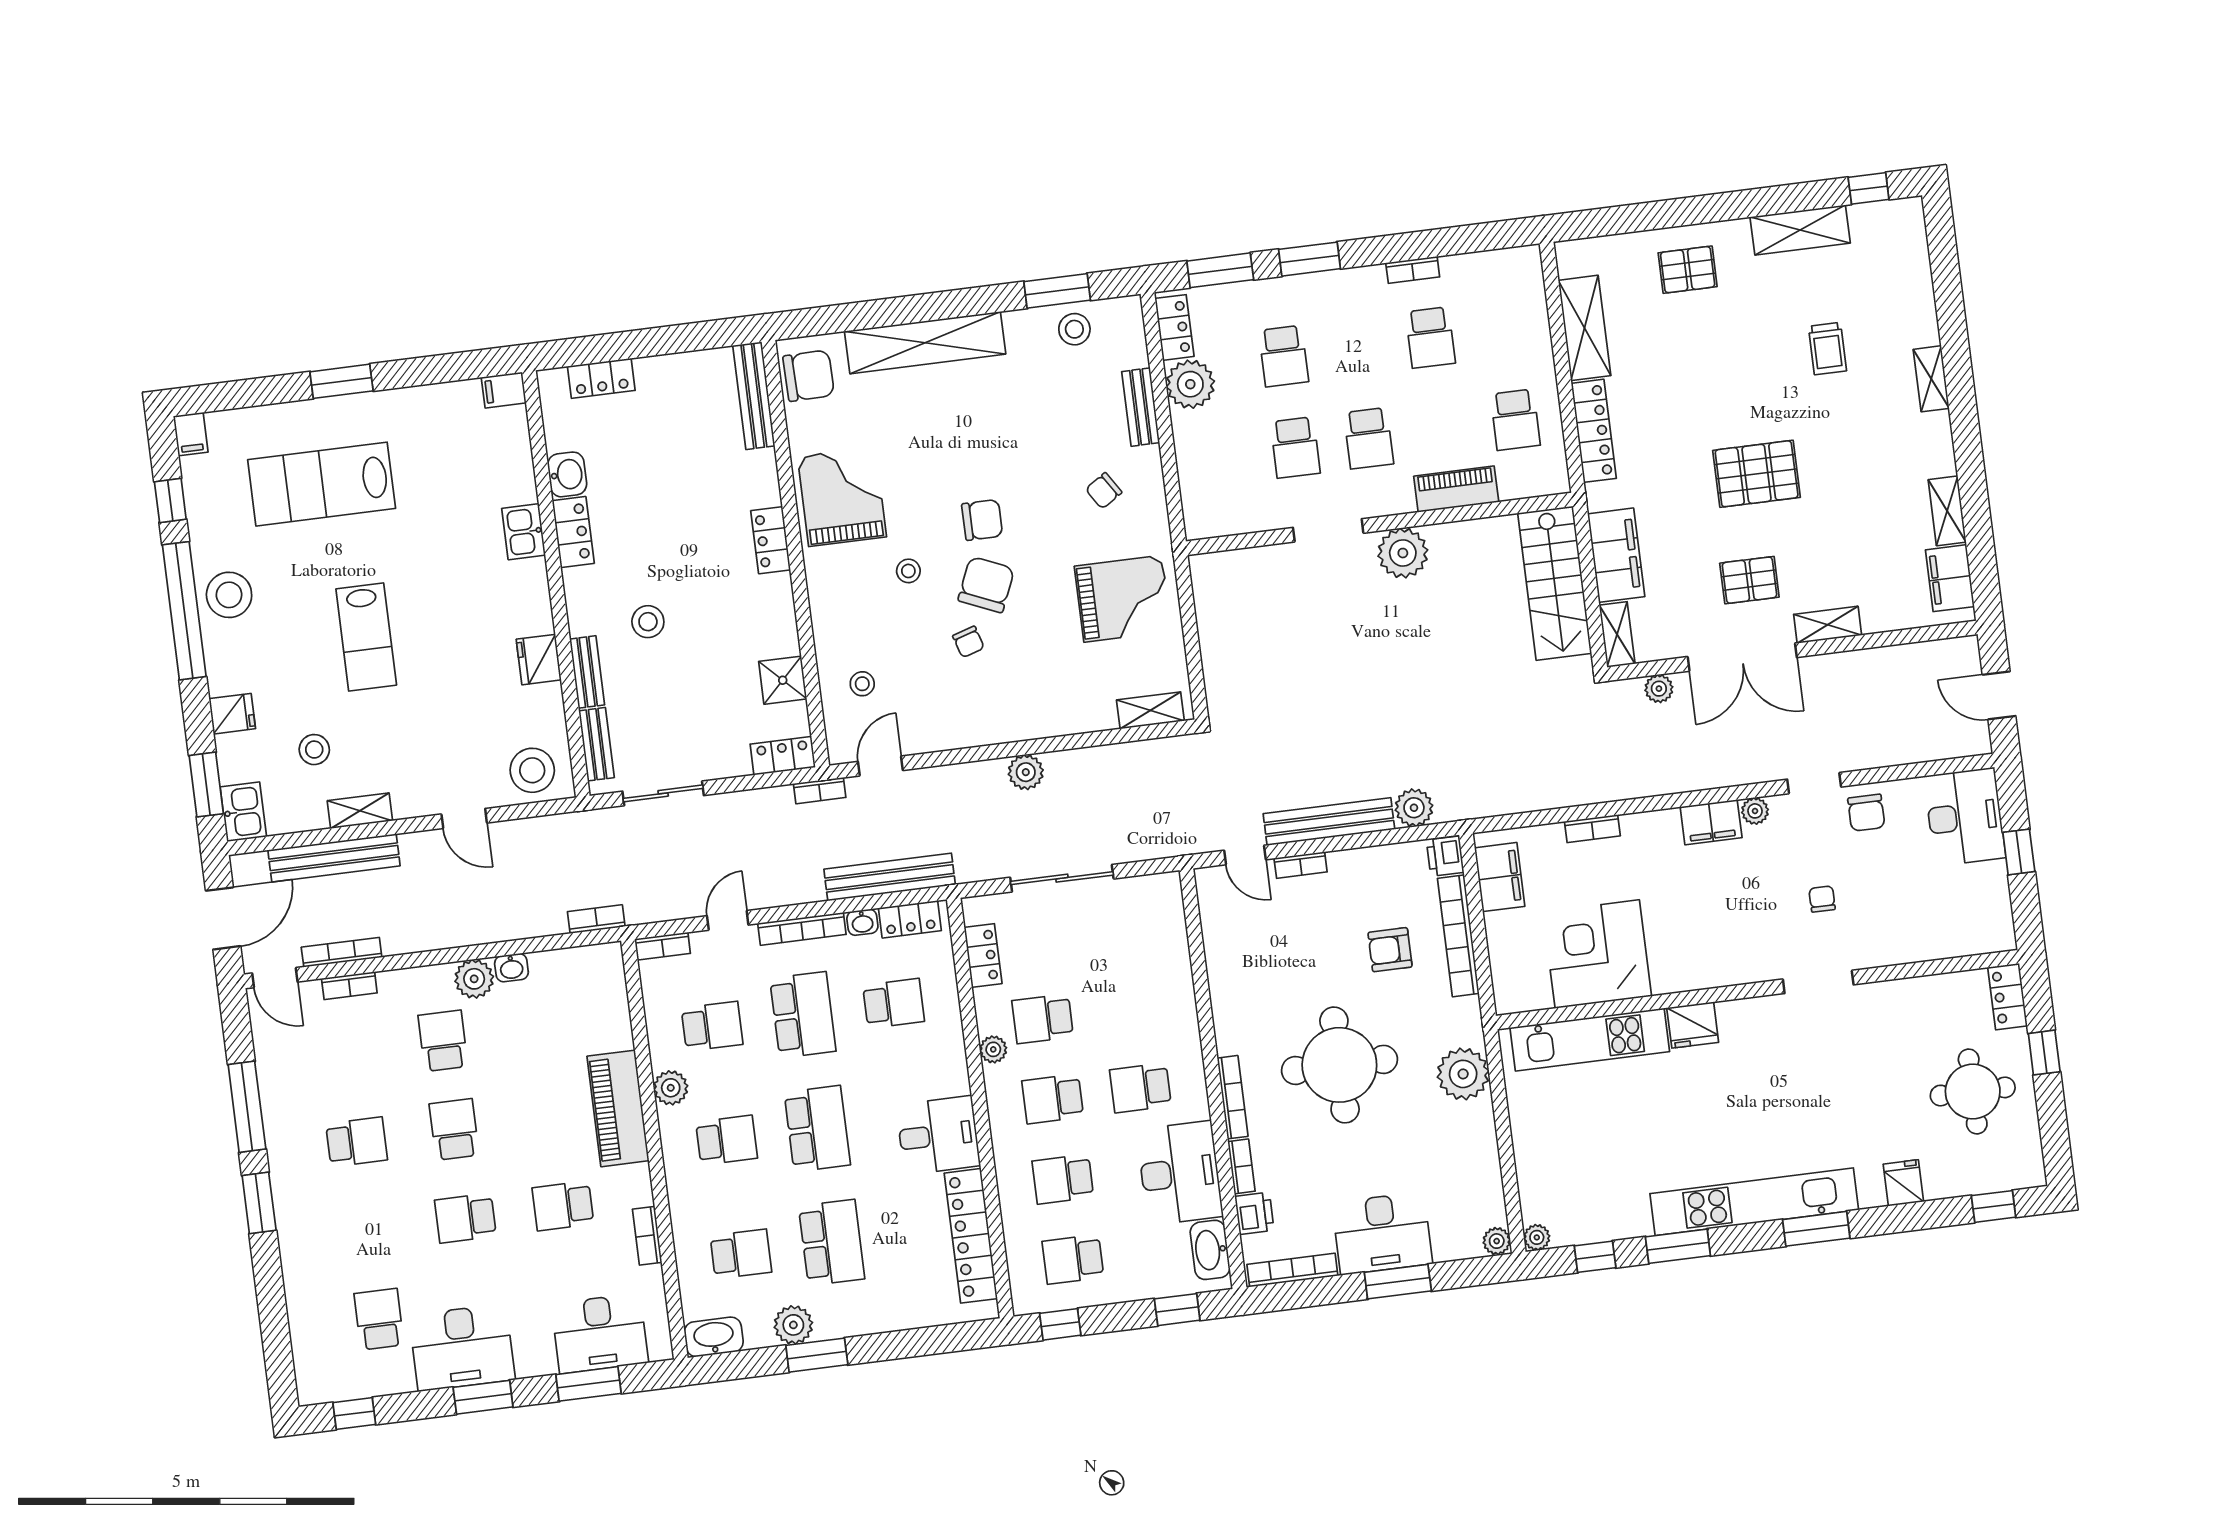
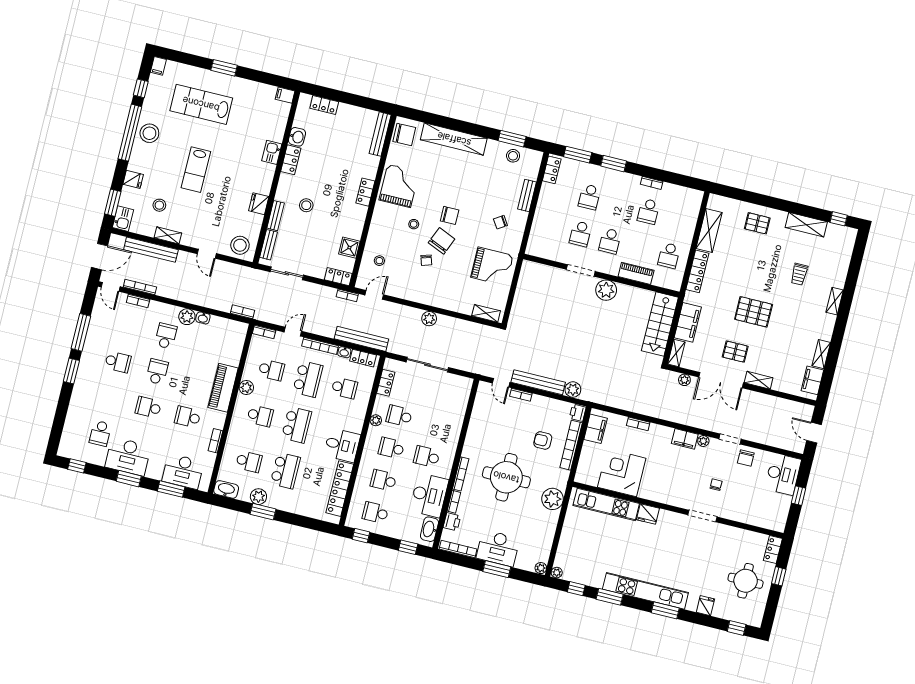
plant: (1190, 384) -> (549, 194), removed
school desk: (379, 1319) -> (100, 433), turned 180

